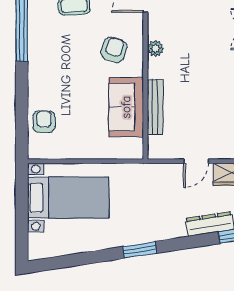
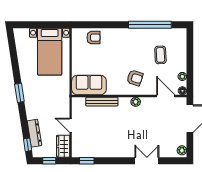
sofa: (126, 107) -> (89, 85), moved

